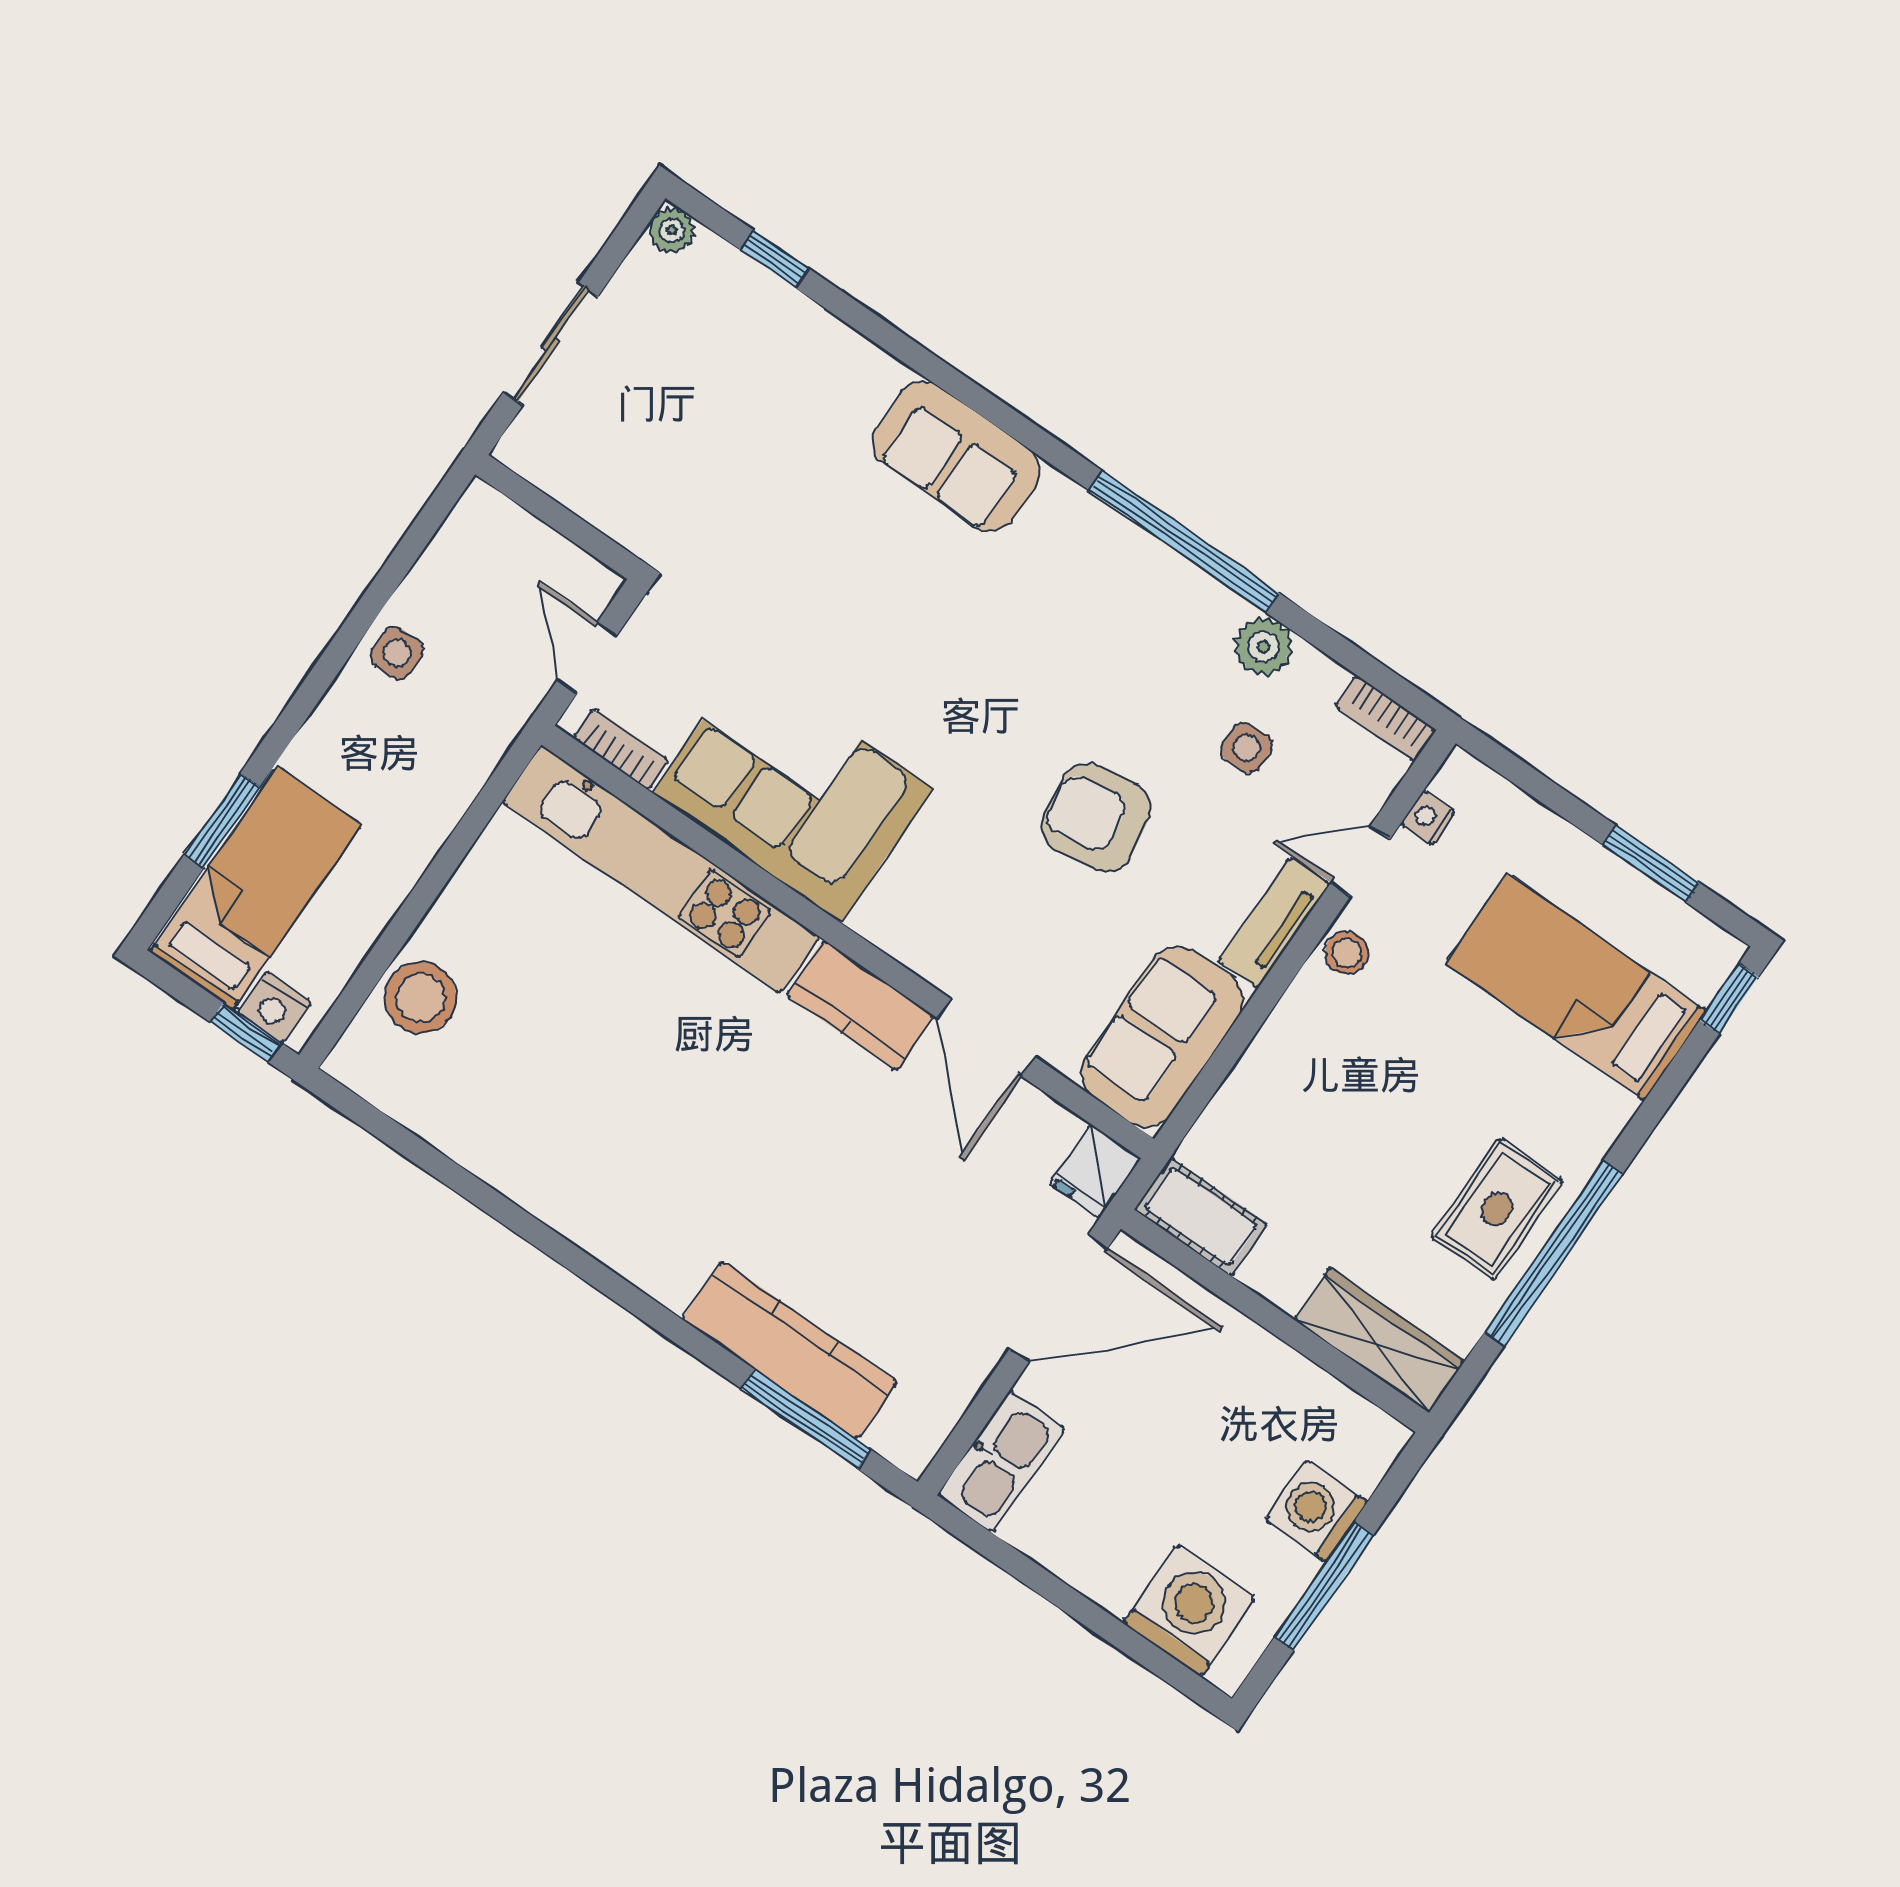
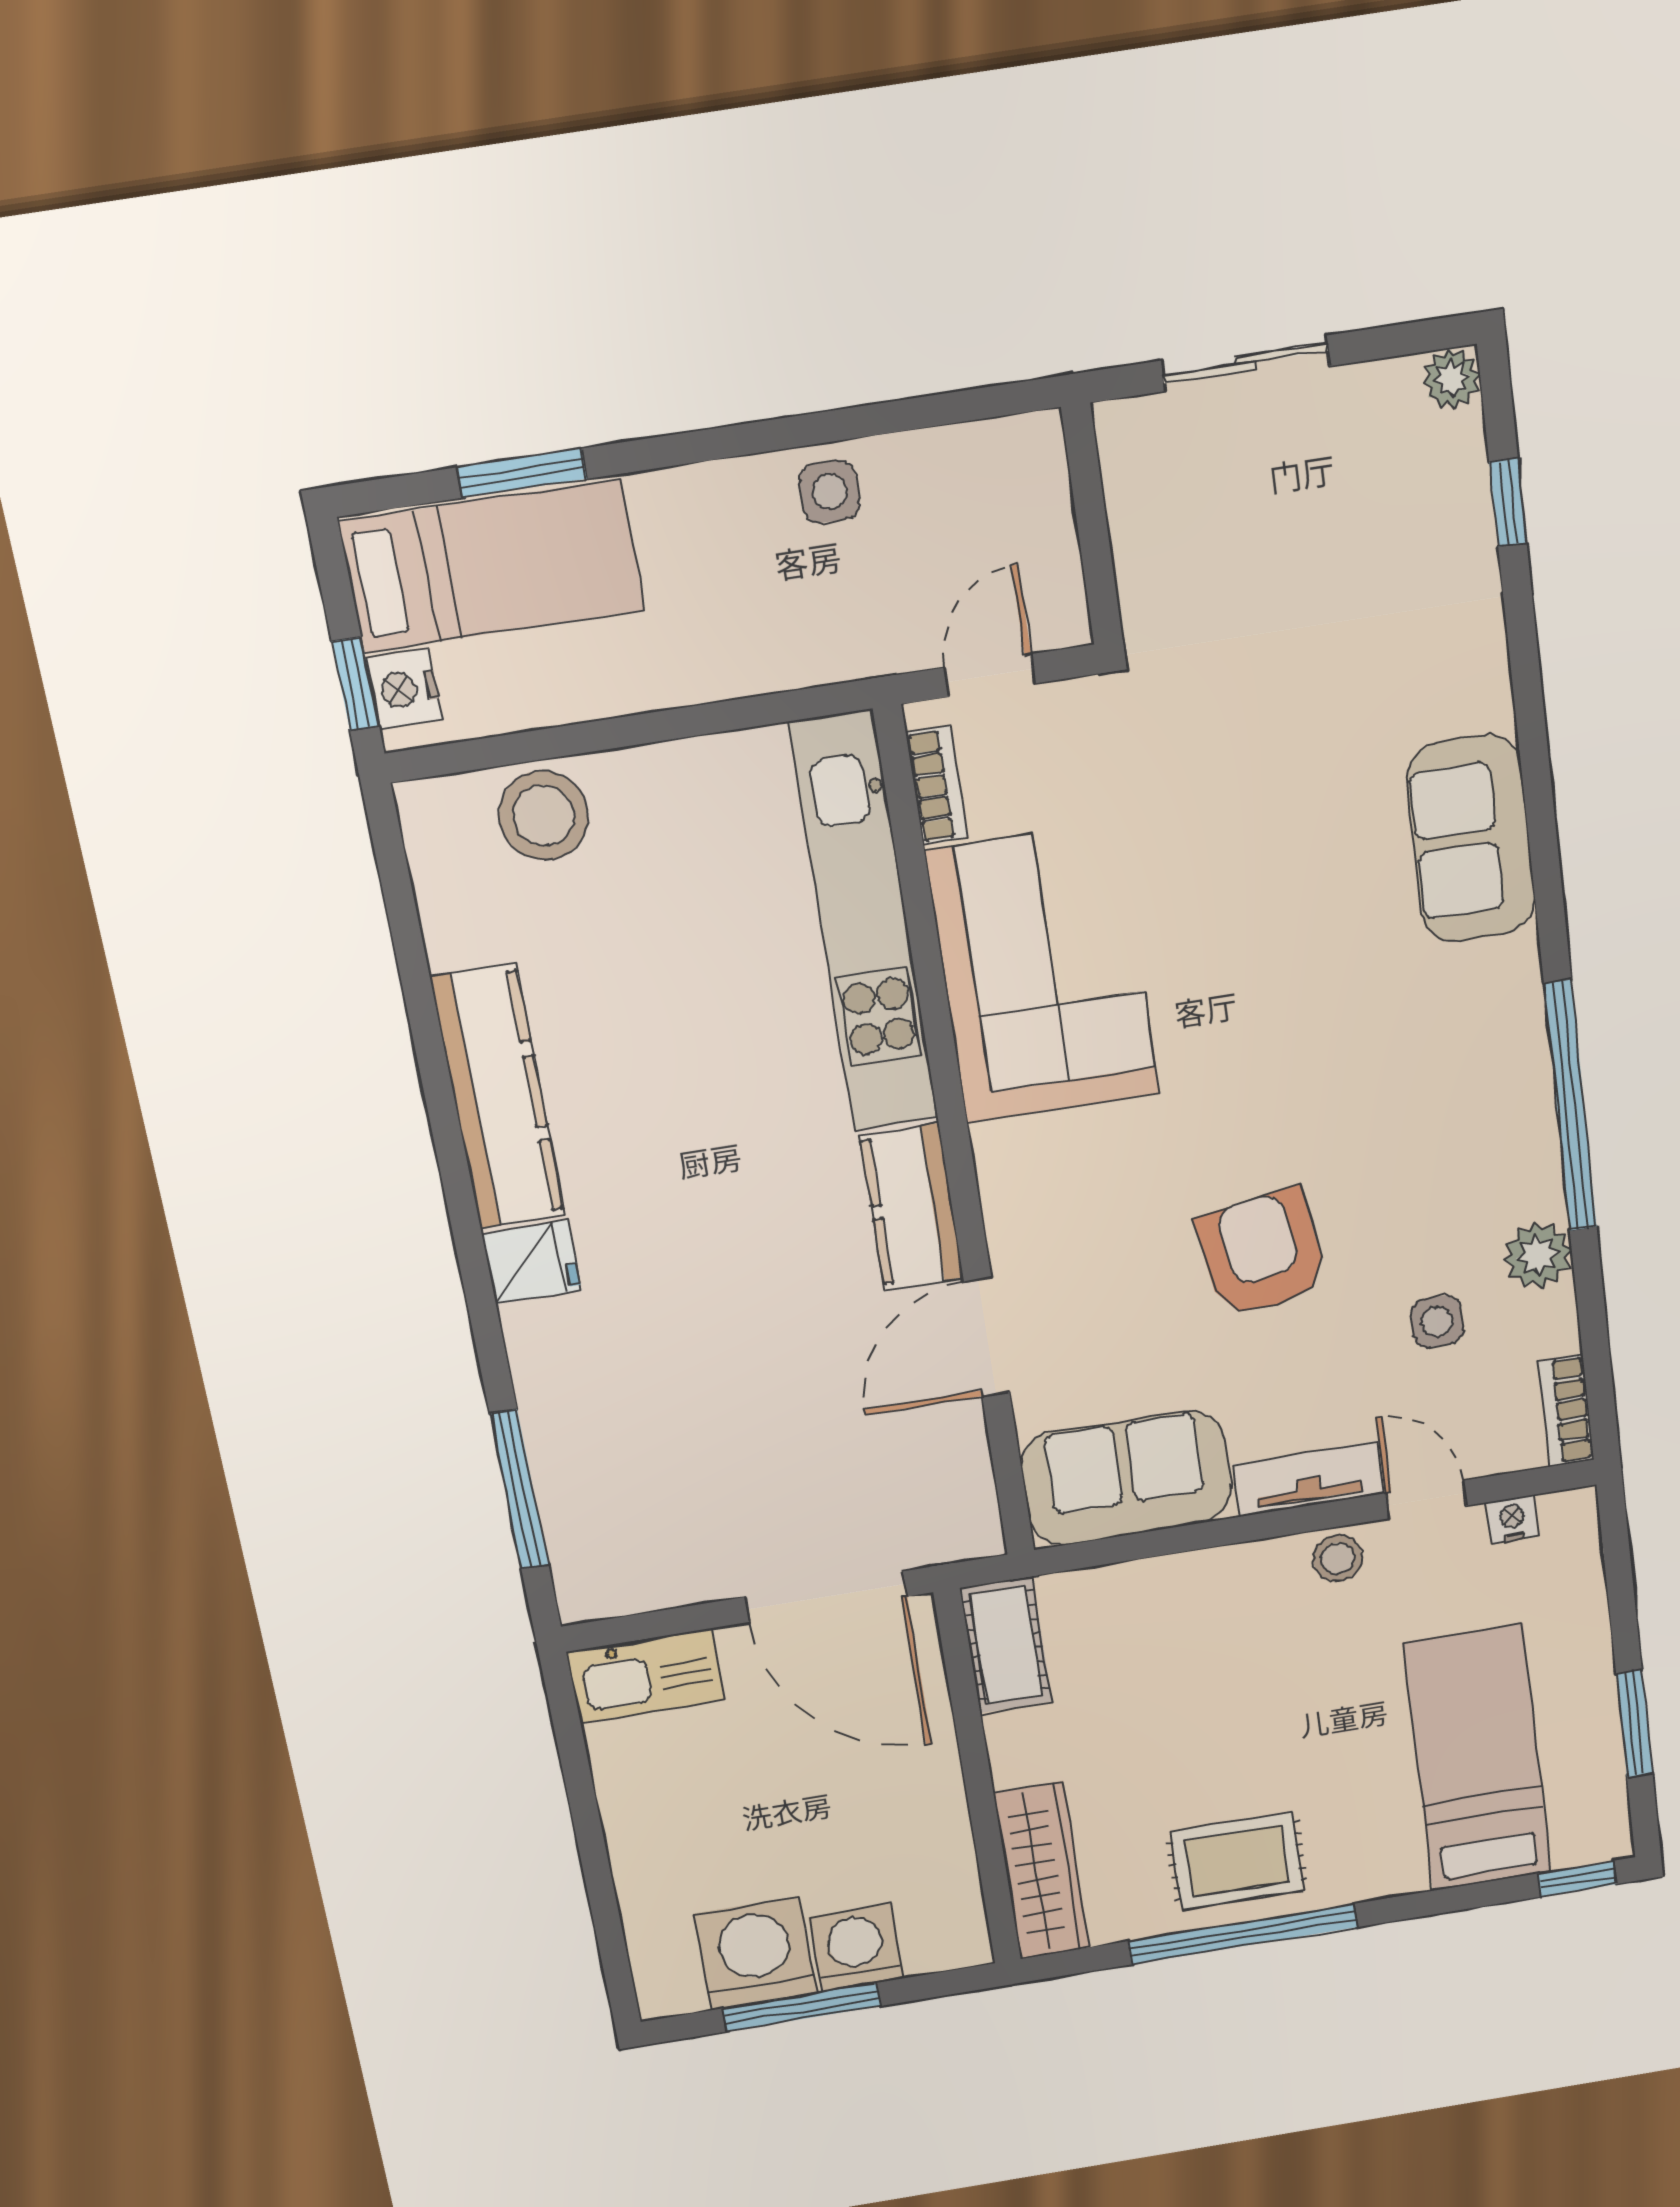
fridge: (1095, 1171) -> (532, 1262), moved, turned 180
kitchen counter: (790, 1350) -> (498, 1097), moved
washing machine: (1189, 1611) -> (755, 1953), moved, turned -90

